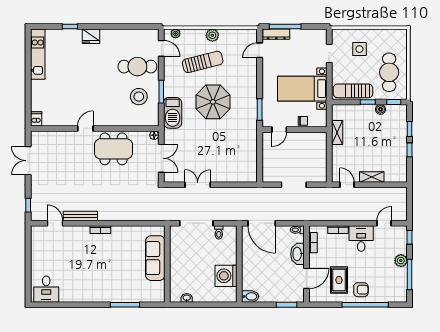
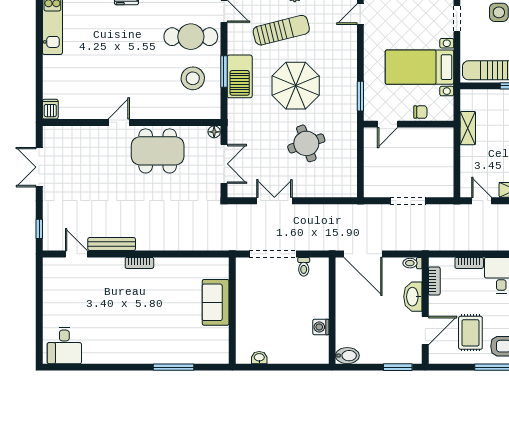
barbecue: (173, 113) -> (240, 76), moved
round table: (221, 143) -> (306, 143), added
sofa: (155, 258) -> (216, 302), width x0.73
washing machine: (226, 276) -> (321, 327), width x0.53, depth x0.53

